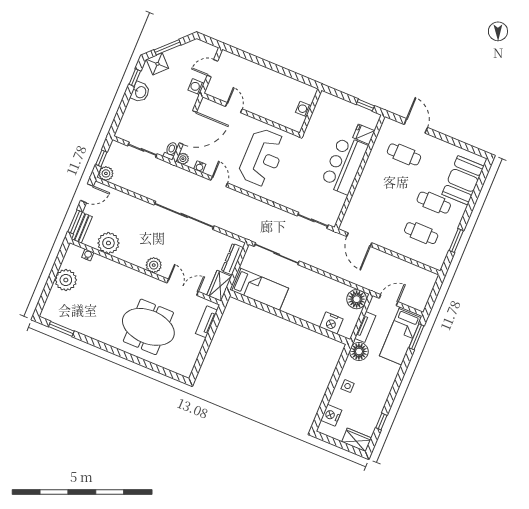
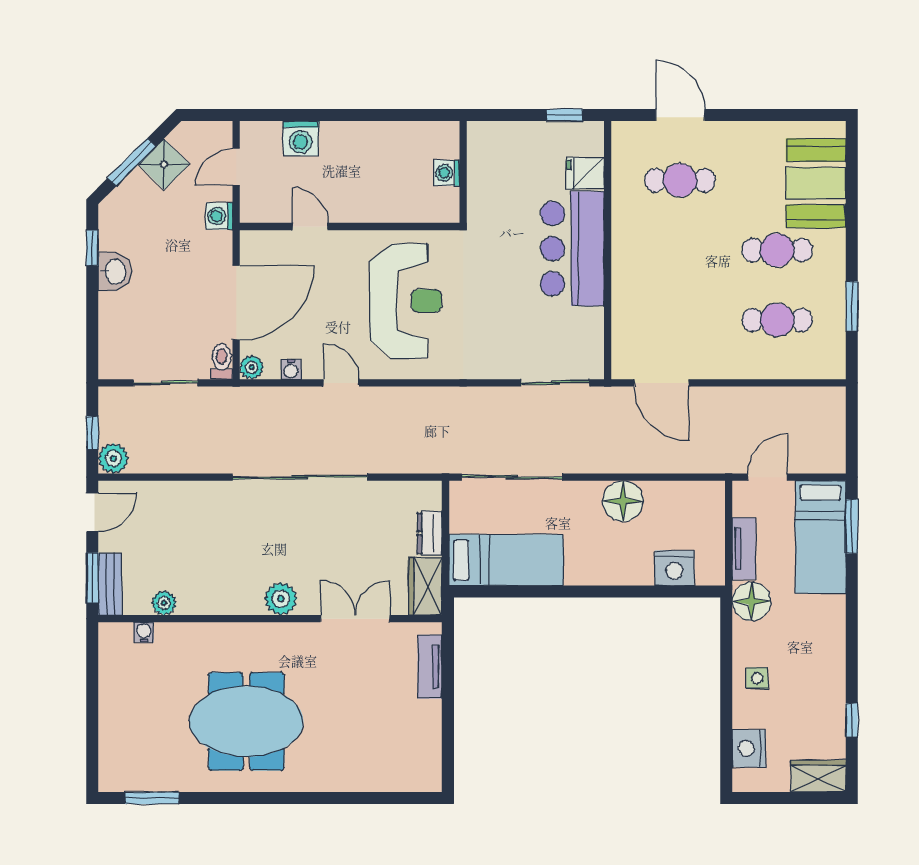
shower: (157, 64) -> (164, 164), moved
washing machine: (246, 67) -> (301, 138), added
plant: (108, 243) -> (164, 603), width x0.53, depth x0.53
dresser: (232, 259) -> (430, 533), width x0.70
plant: (66, 280) -> (121, 699), removed
floor lamp: (357, 299) -> (623, 501), moved
meeting table: (148, 327) -> (246, 721), moved

